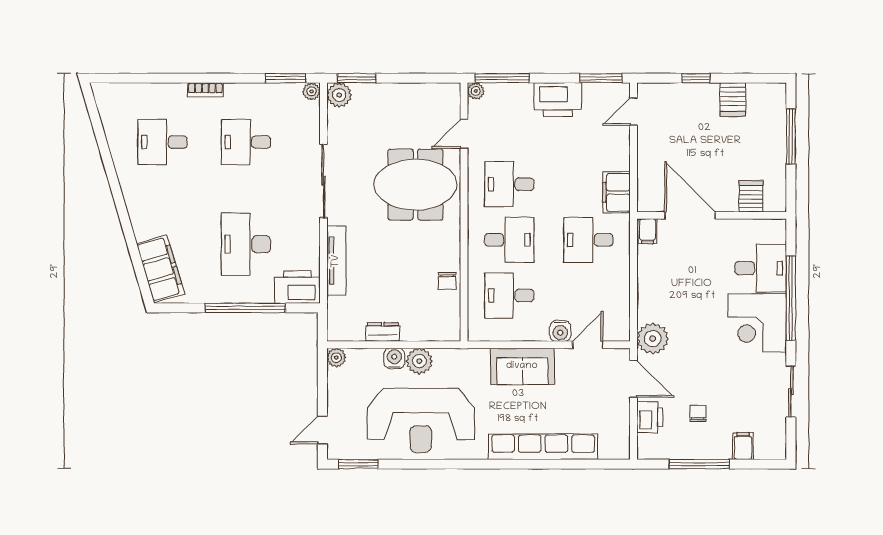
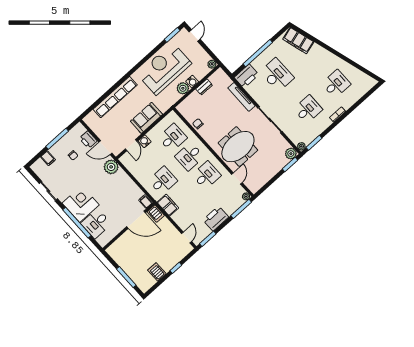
server rack: (751, 196) -> (156, 214), moved

